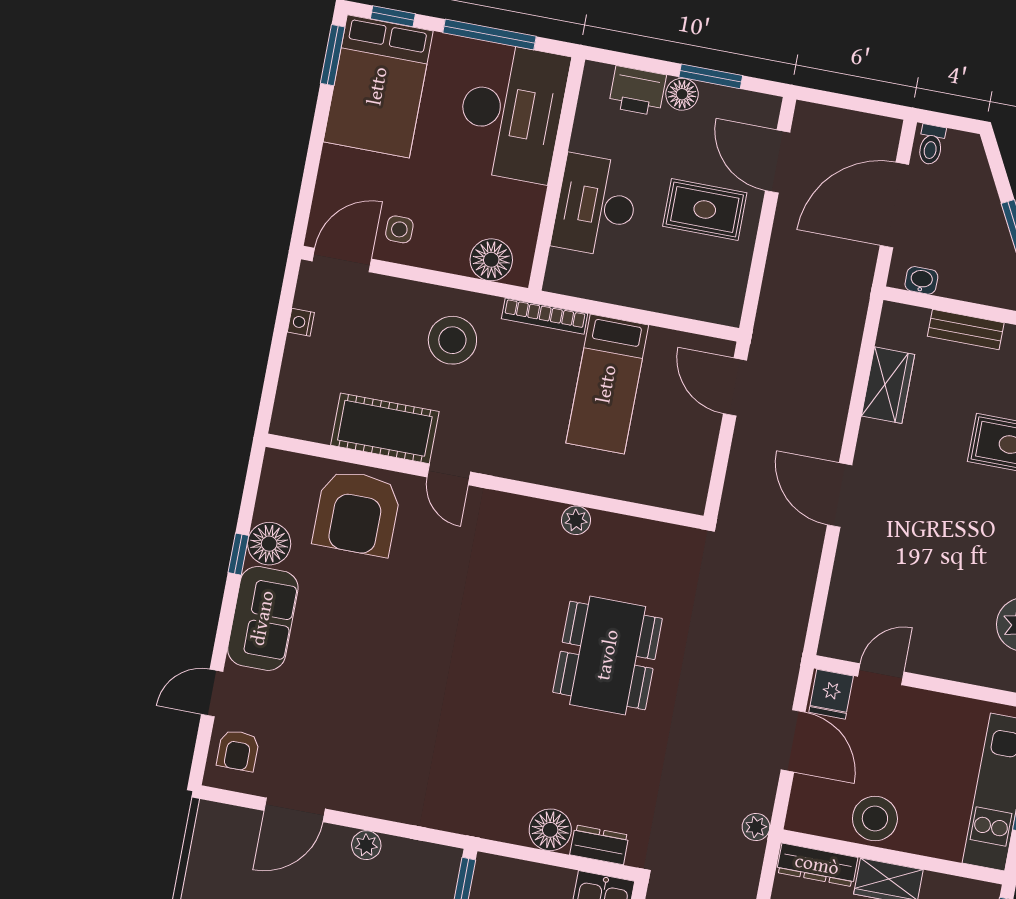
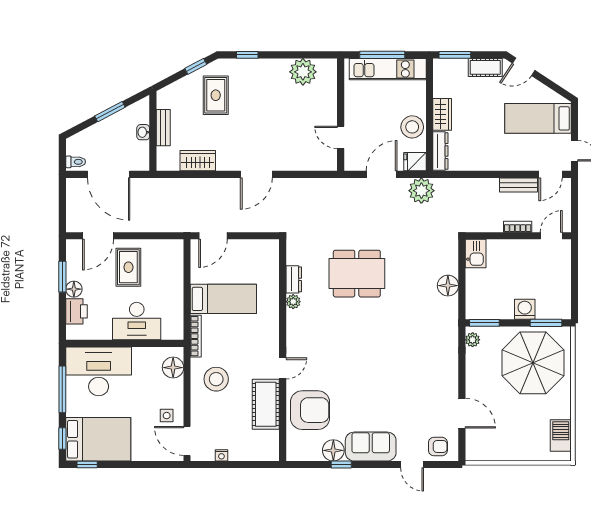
window: (333, 55) -> (87, 465), width x0.67
washbasin: (921, 280) -> (143, 132), moved
fridge: (831, 694) -> (415, 162), moved, turned 180
plant: (756, 827) -> (421, 191), width x1.87, depth x1.87
plant: (366, 845) -> (473, 340), moved
dresser: (599, 845) -> (294, 279), moved, turned 180

